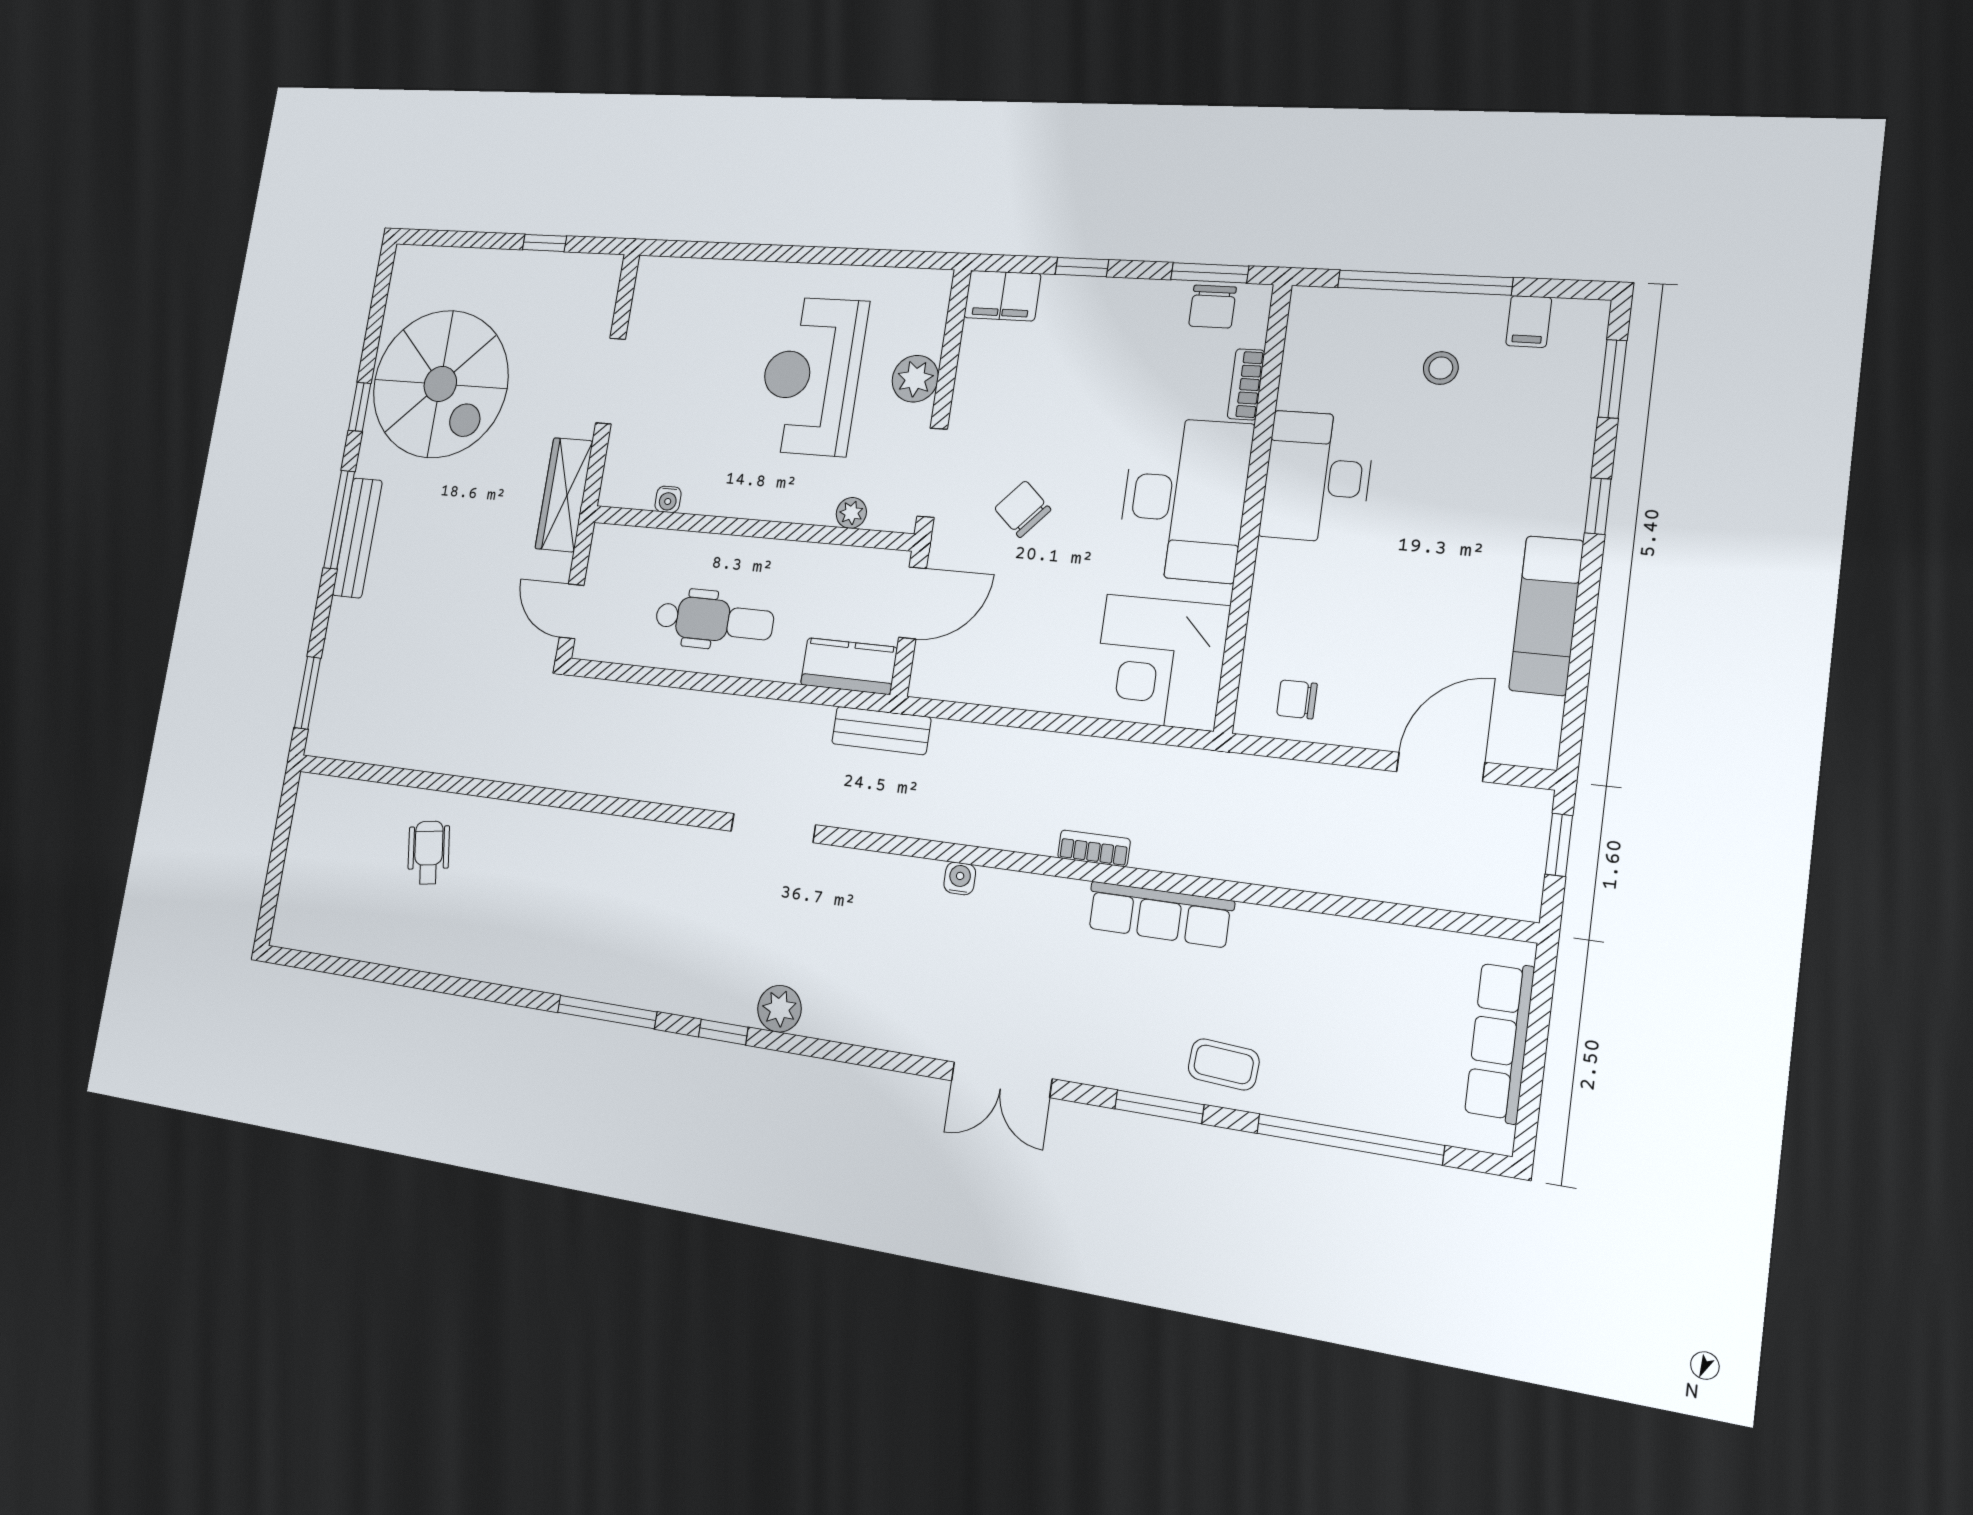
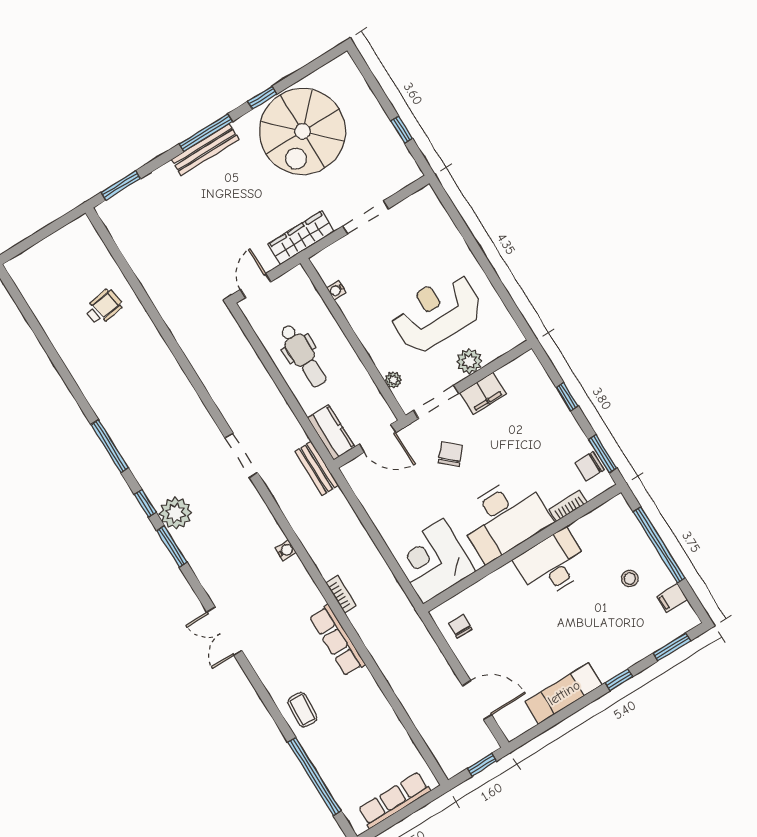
filing cabinet: (1002, 296) -> (483, 393), moved, turned -90
plant: (779, 1009) -> (176, 513), width x1.36, depth x1.36
window: (1159, 1107) -> (172, 546), moved

